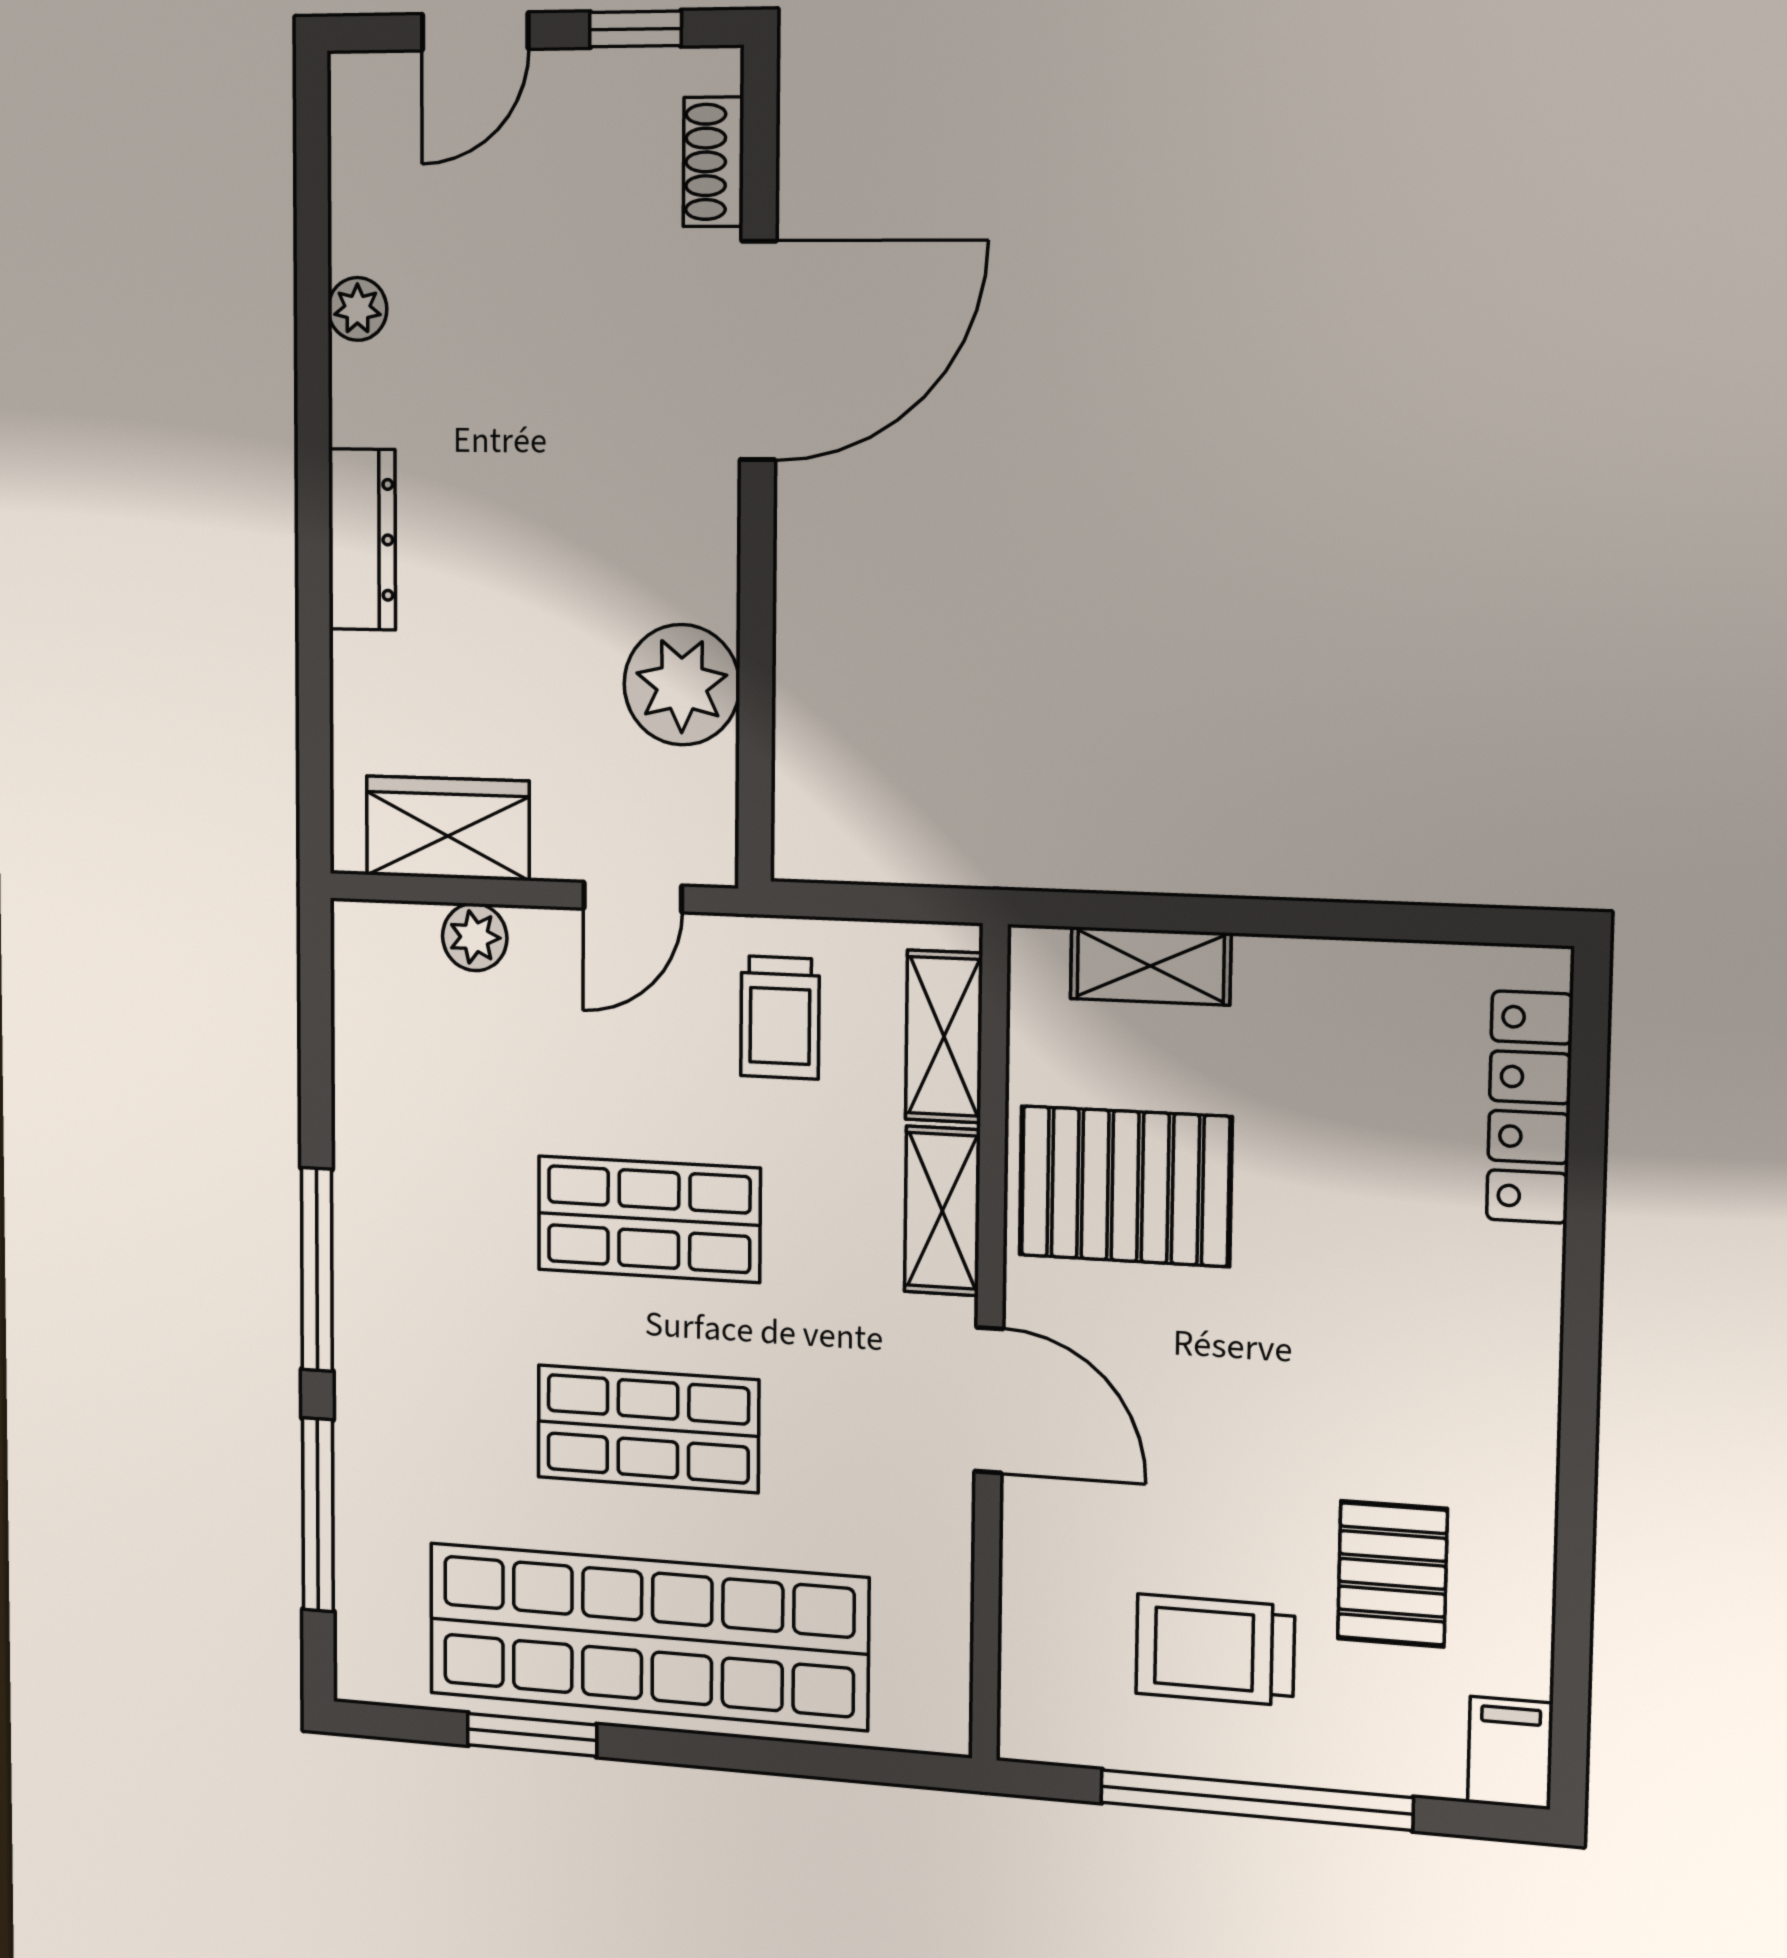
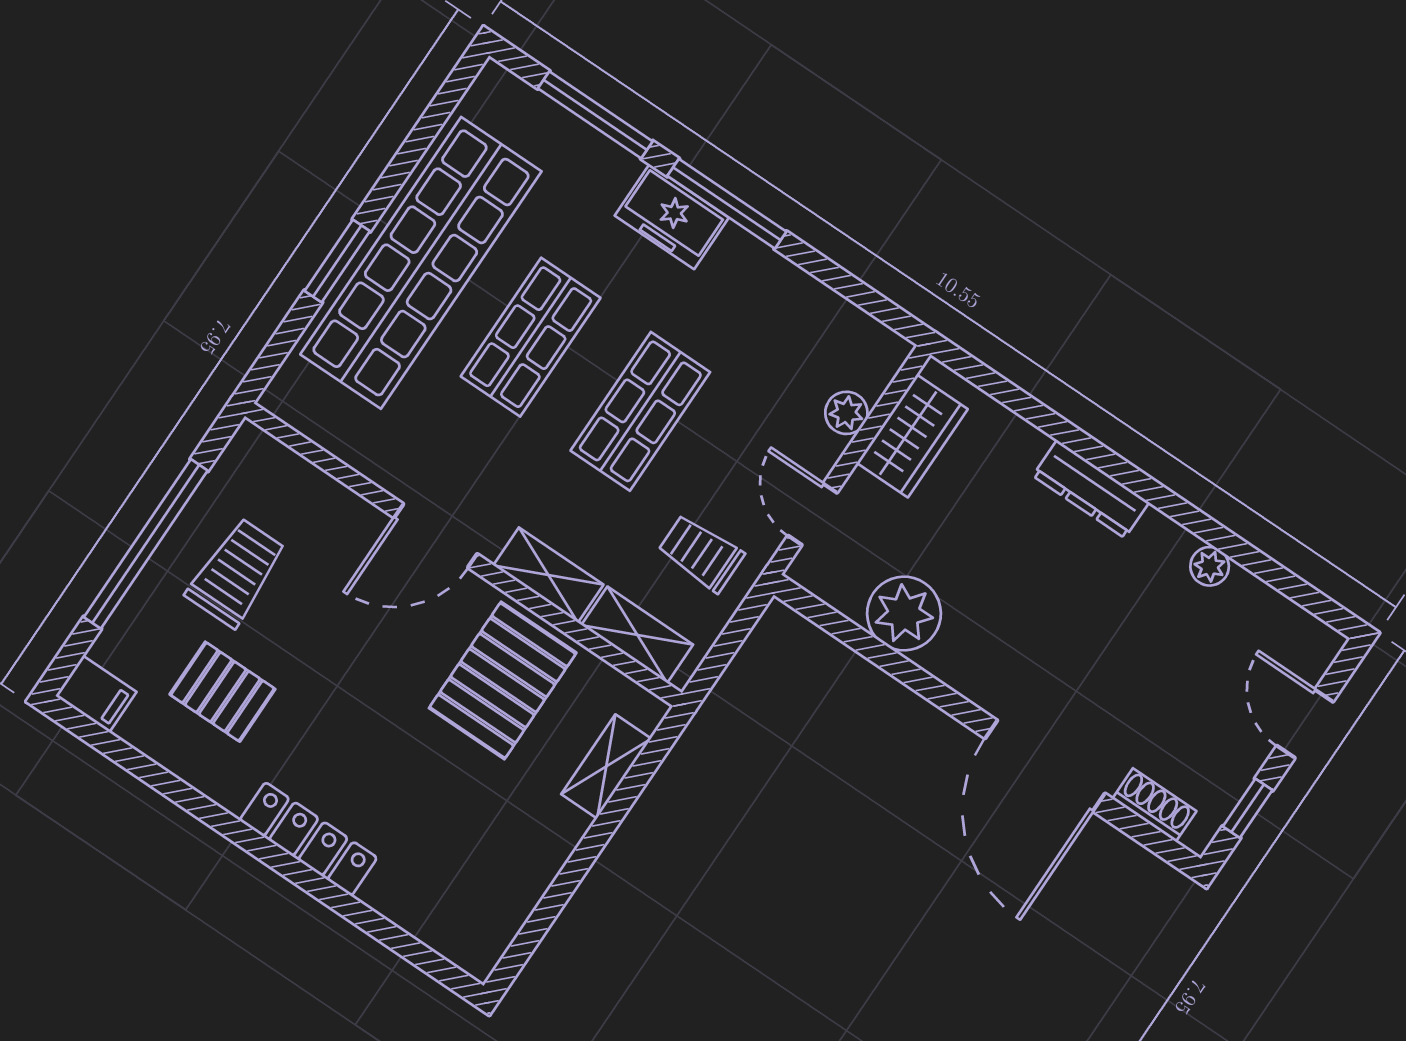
locker: (1530, 1107) -> (308, 839), moved
freezer: (378, 1333) -> (672, 217), added
window: (532, 1735) -> (337, 261), moved

